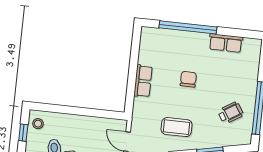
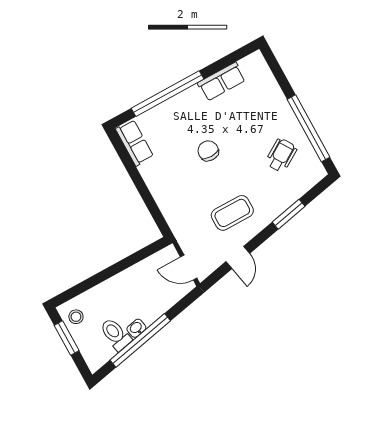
row of seats: (143, 81) -> (135, 143), moved
window: (23, 133) -> (67, 338), width x1.50

